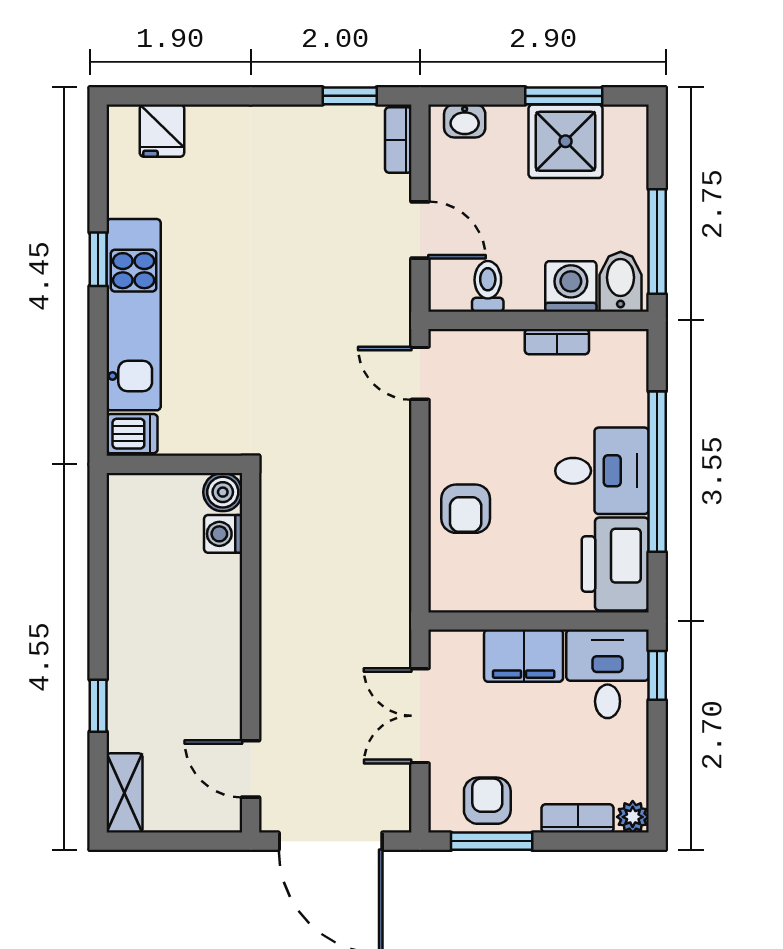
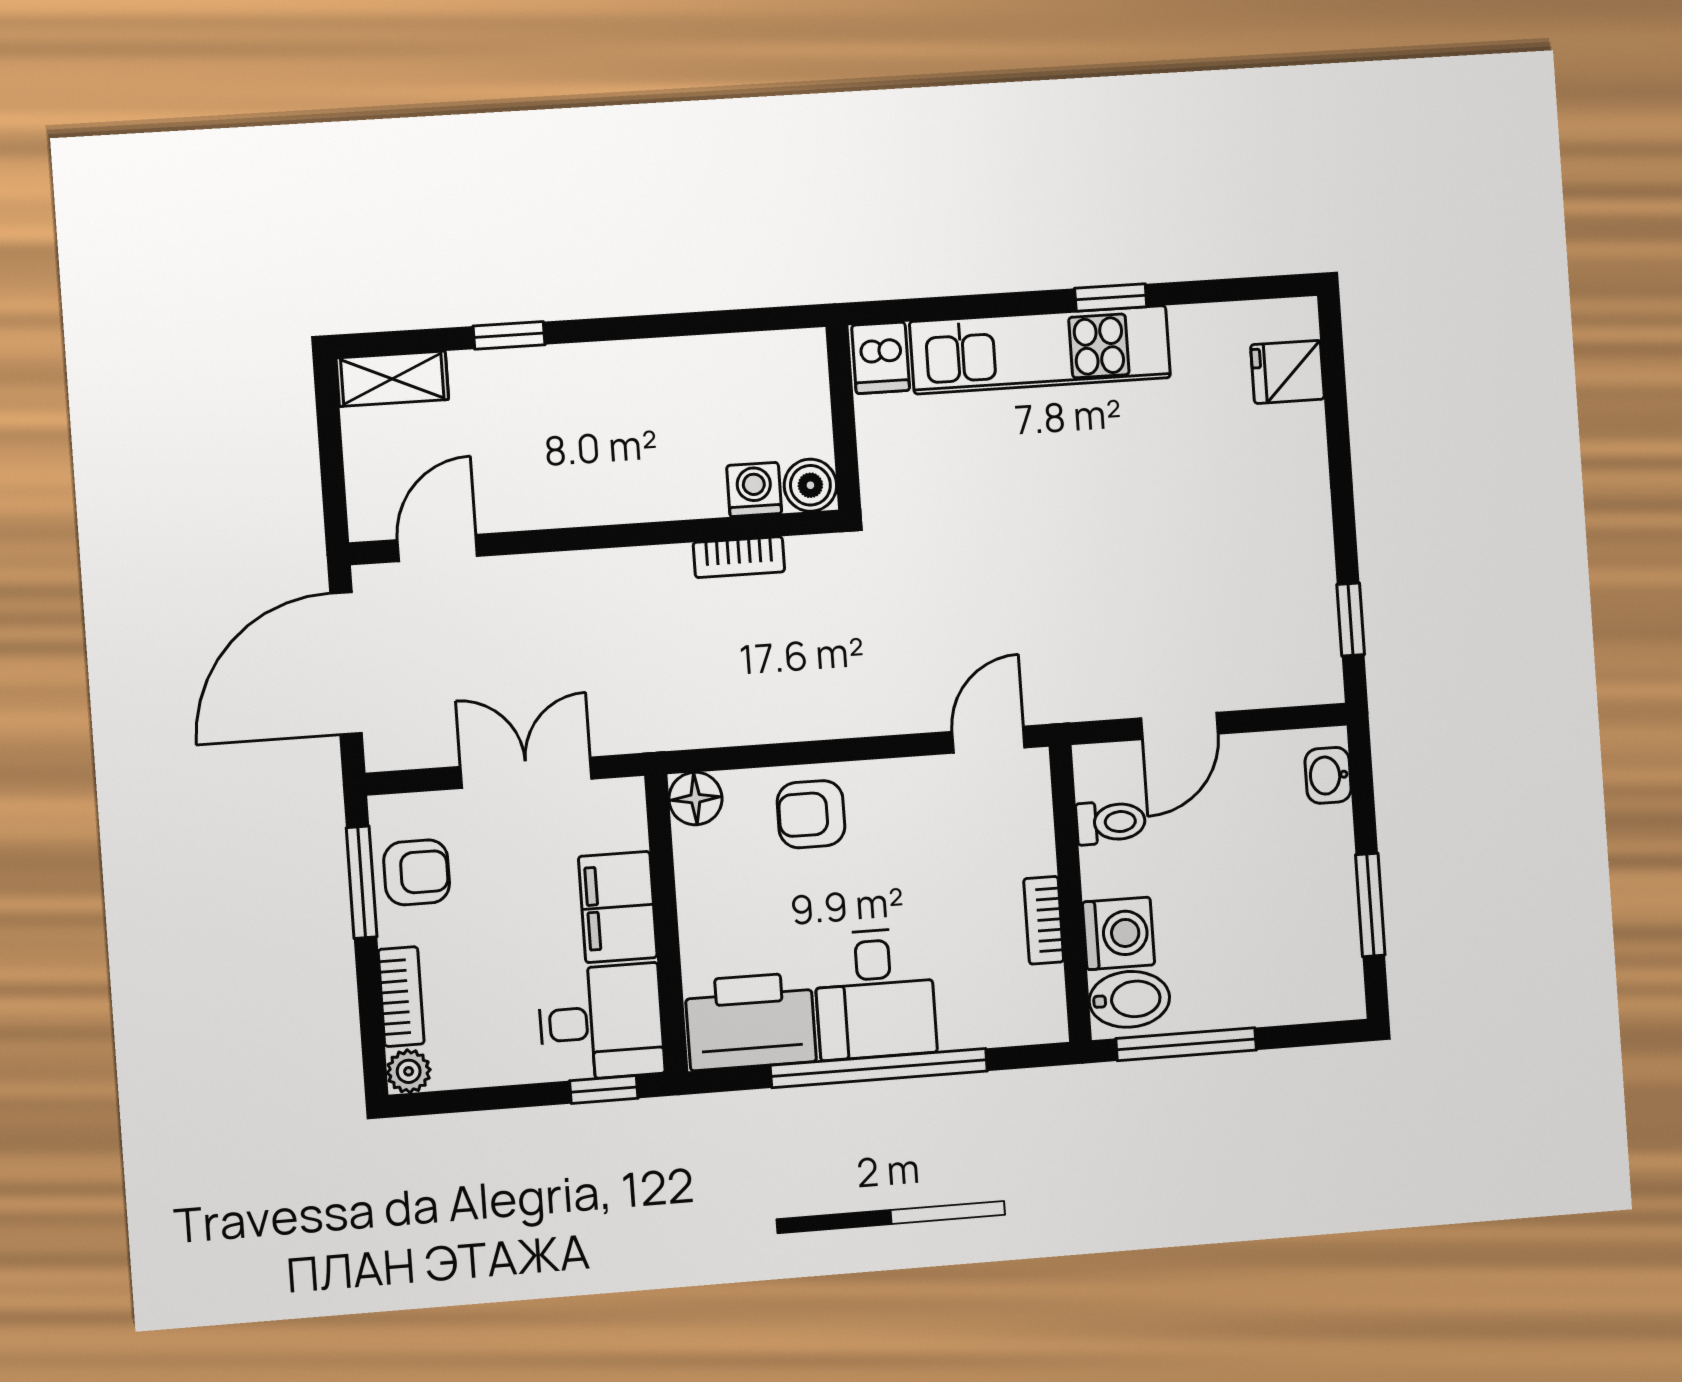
bookcase: (398, 140) -> (739, 557), moved, turned 180
shower: (566, 141) -> (1310, 912), removed
floor lamp: (448, 593) -> (695, 799), added

